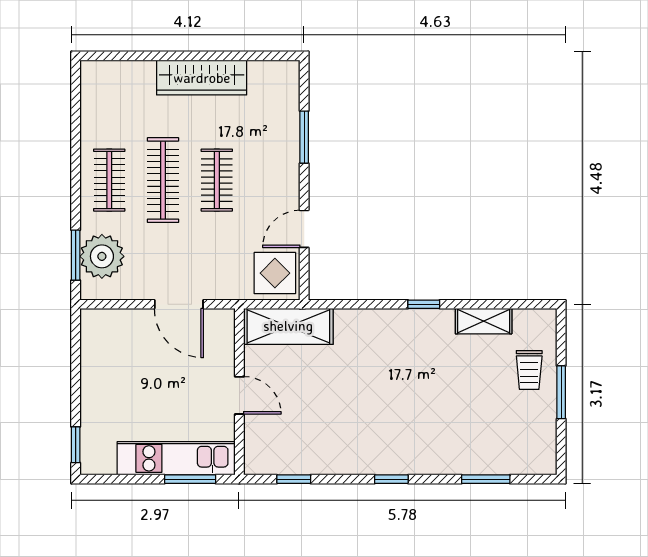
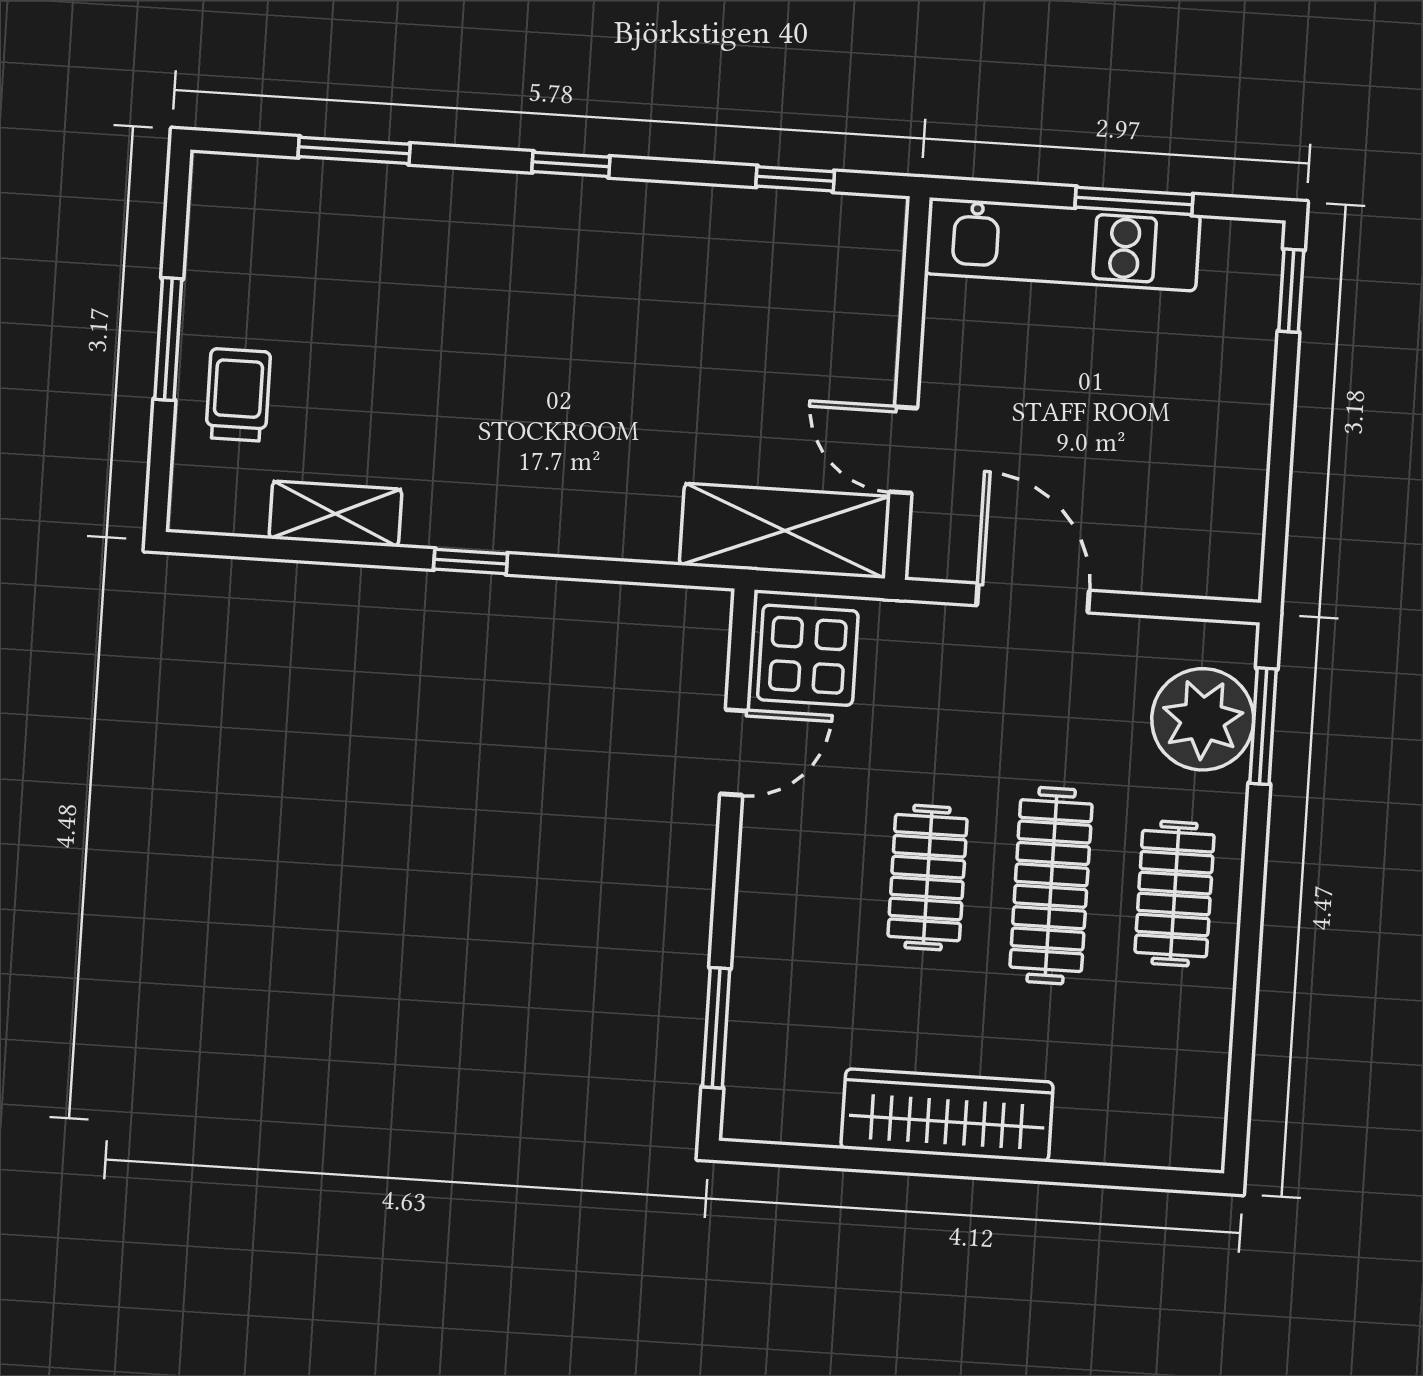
window: (304, 137) -> (716, 1028), moved
door: (239, 395) -> (903, 450), moved
window: (190, 479) -> (1134, 201), moved

